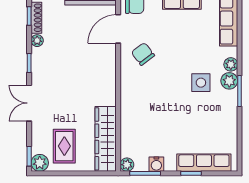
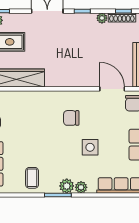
chair: (143, 54) -> (71, 118), moved, turned -143
side table: (201, 83) -> (90, 147), moved
coffee table: (220, 121) -> (32, 178), added

